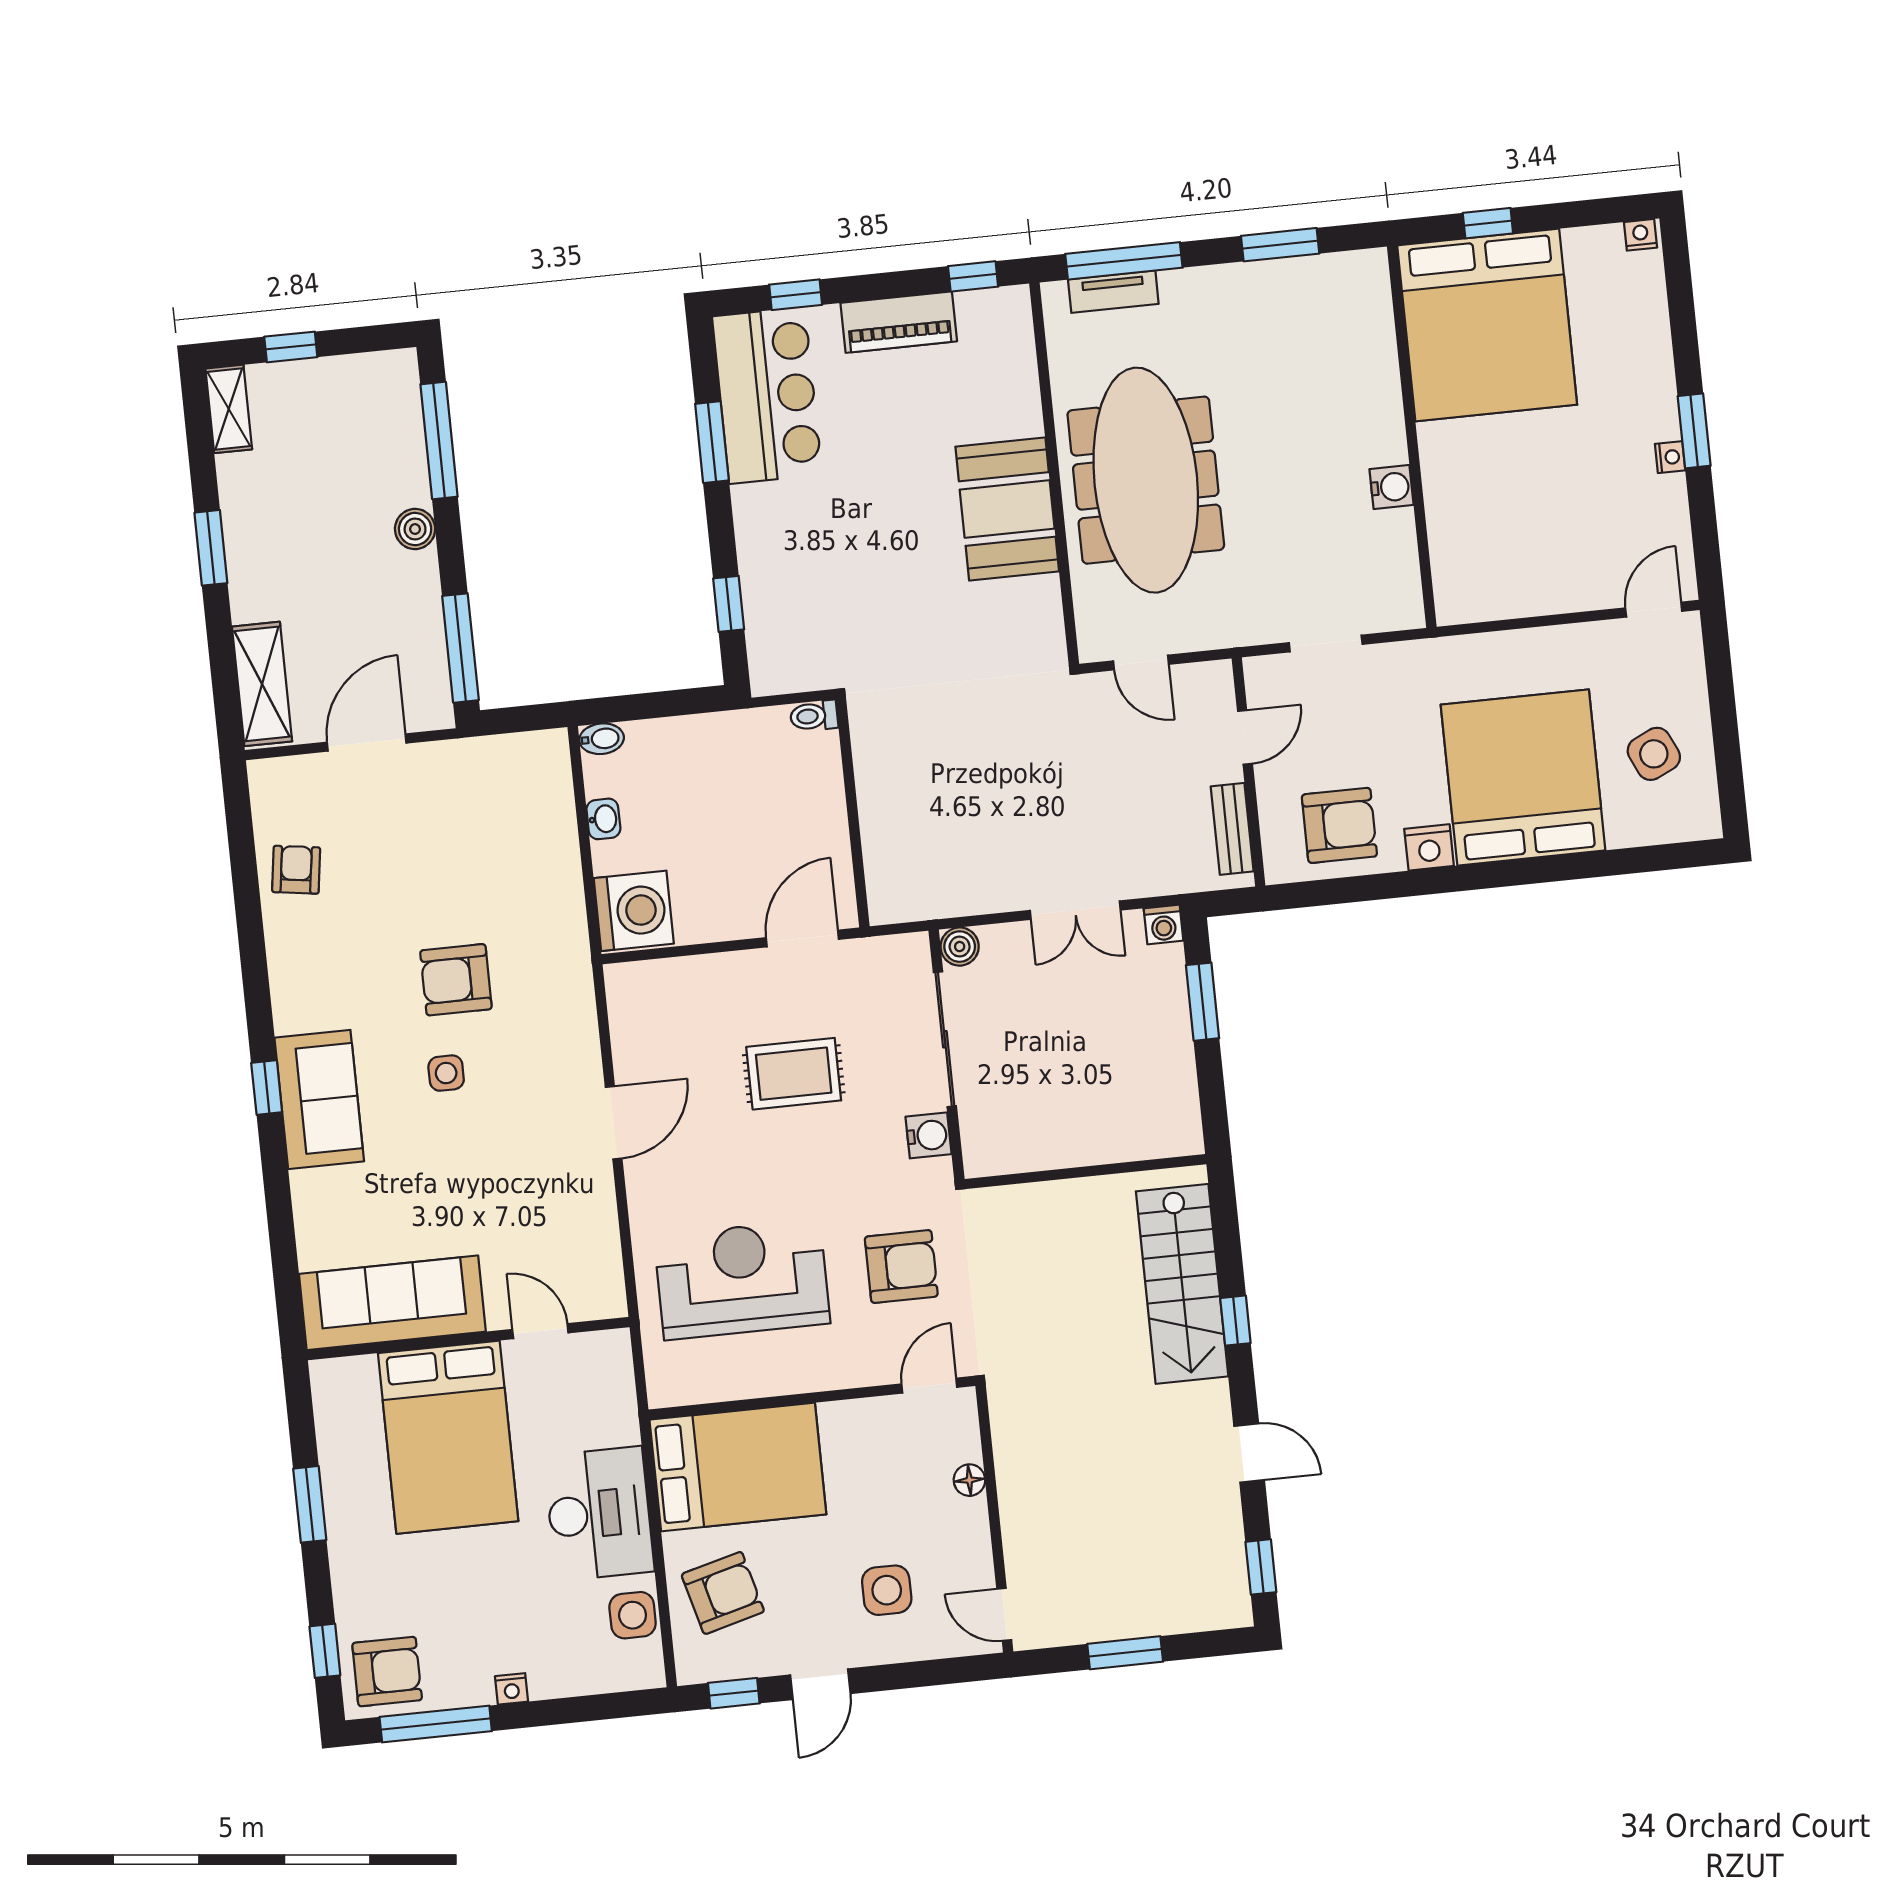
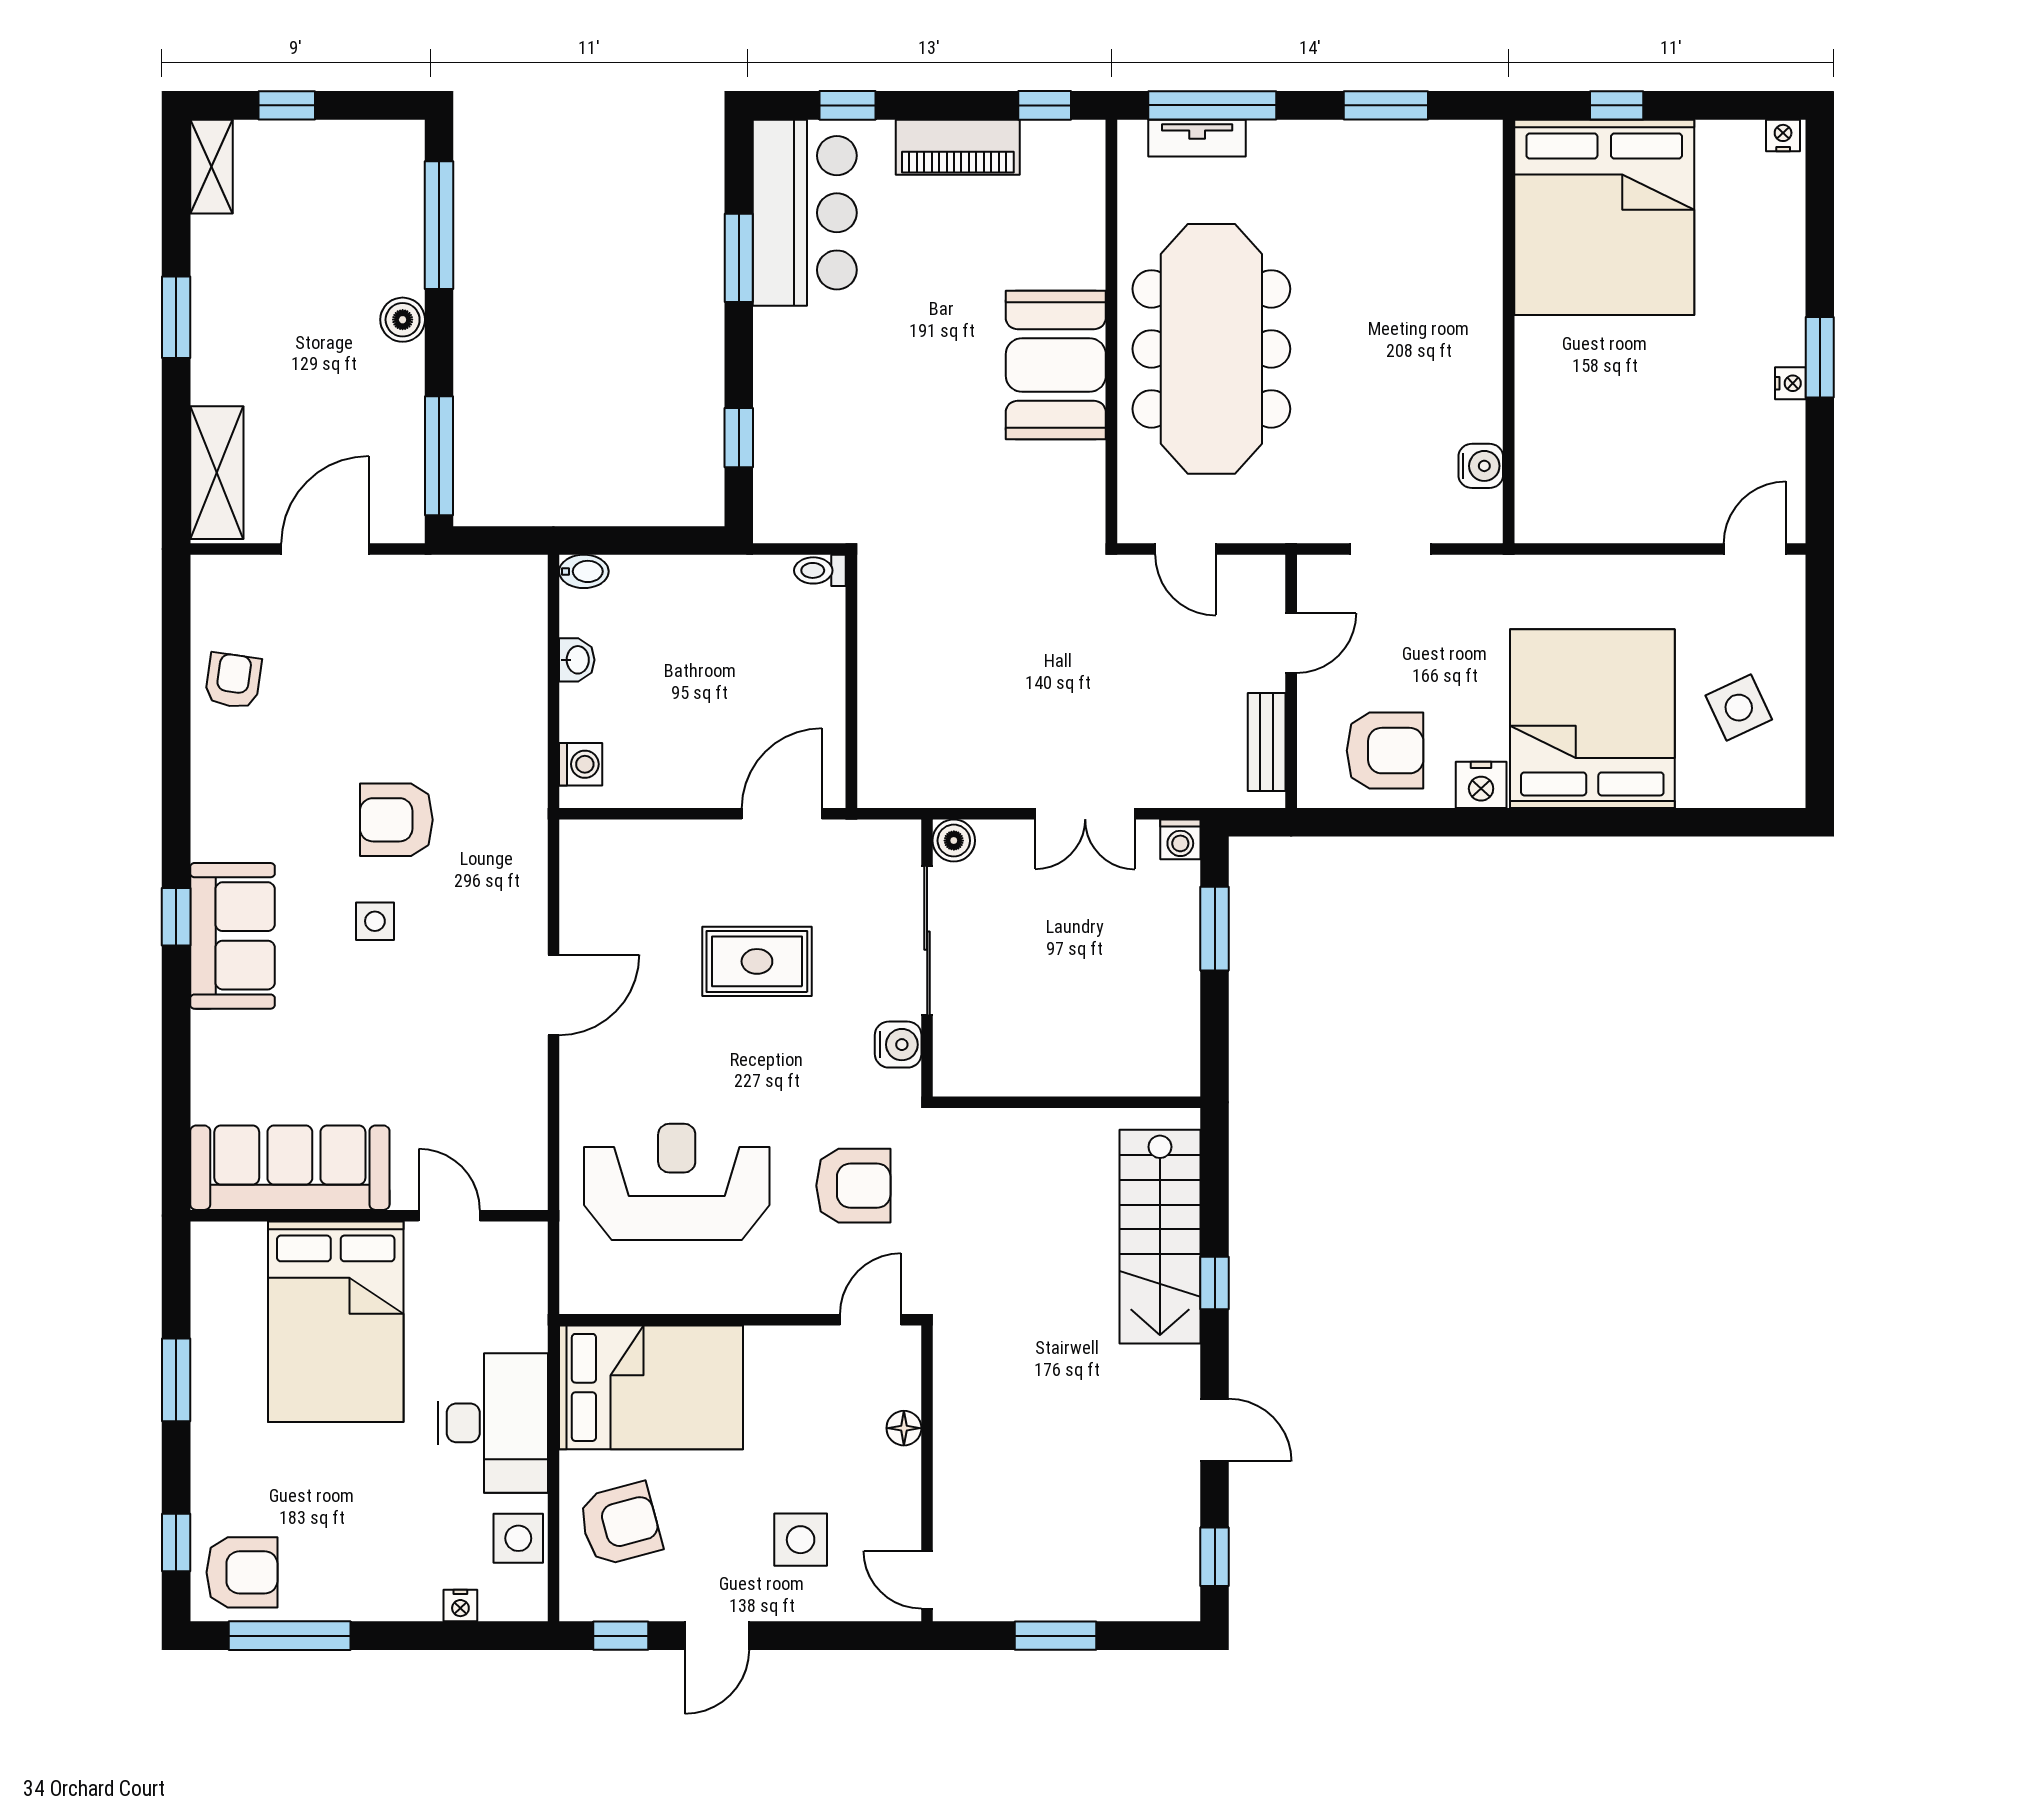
water cooler: (1392, 487) -> (1481, 466), moved
washing machine: (634, 911) -> (581, 764), width x0.53, depth x0.53
nightstand: (512, 1689) -> (460, 1606), moved

